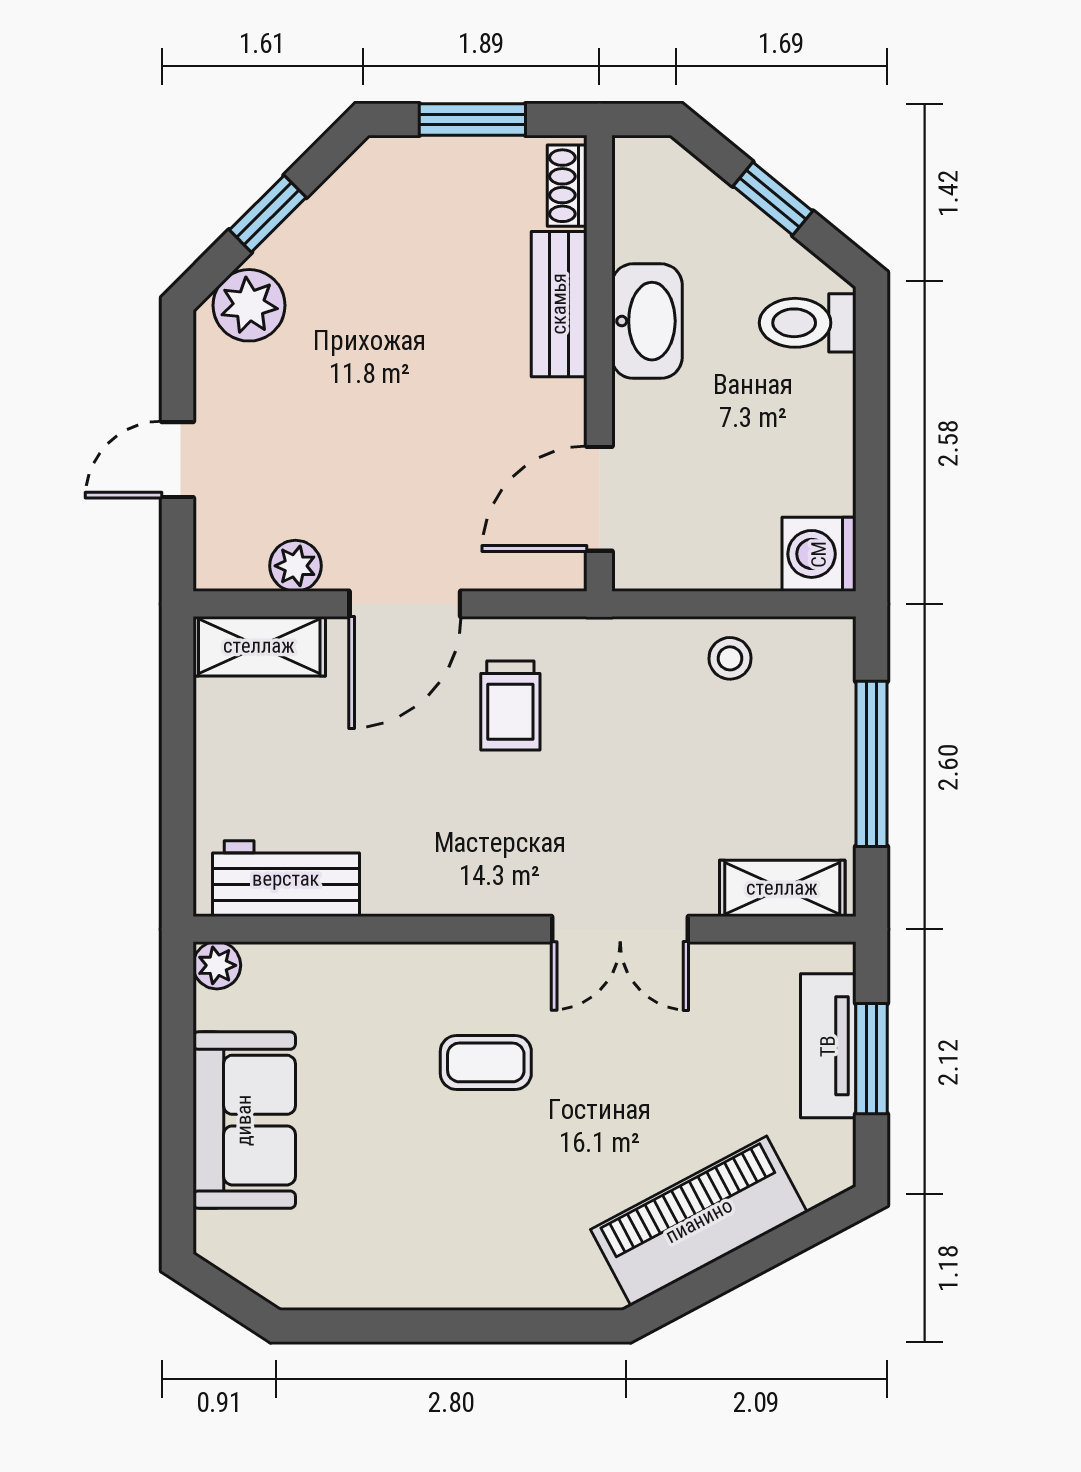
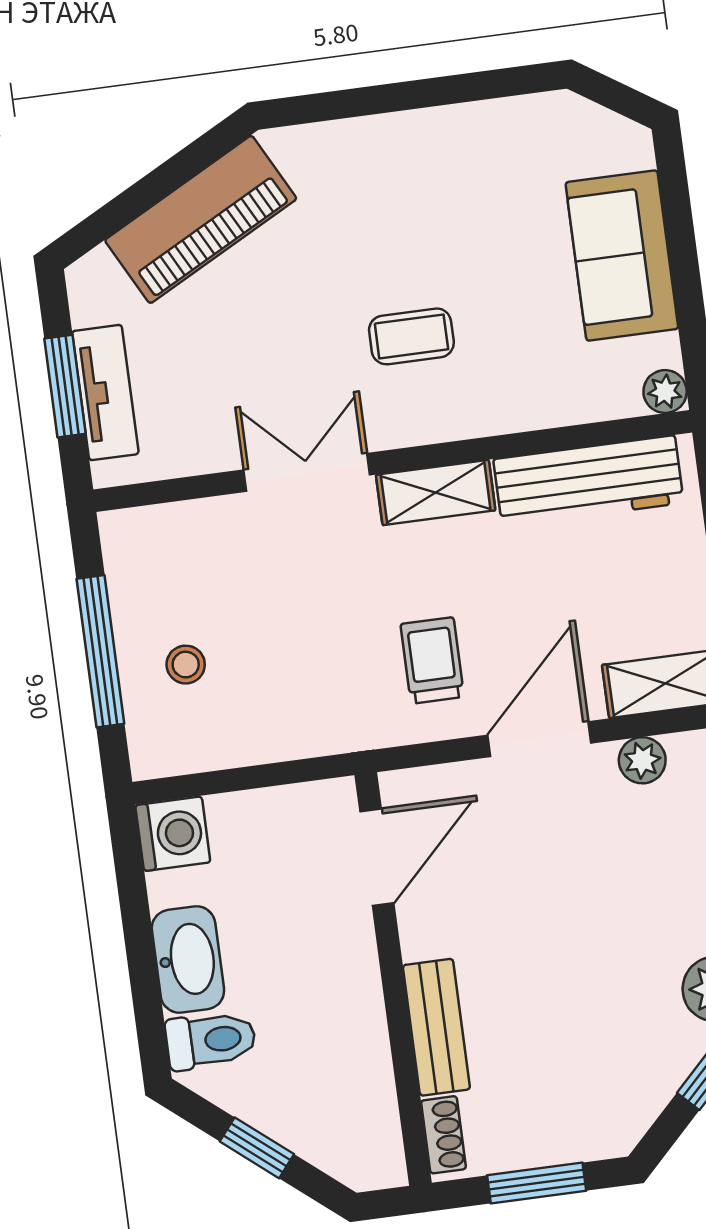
washbasin: (647, 321) -> (188, 960), moved, turned 180
stool: (730, 658) -> (186, 665), moved
workbench: (286, 879) -> (588, 481), width x1.37
shelving: (782, 888) -> (436, 493), moved

